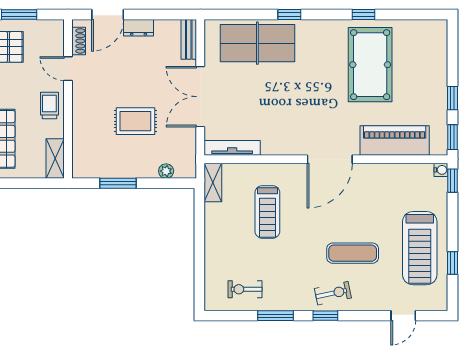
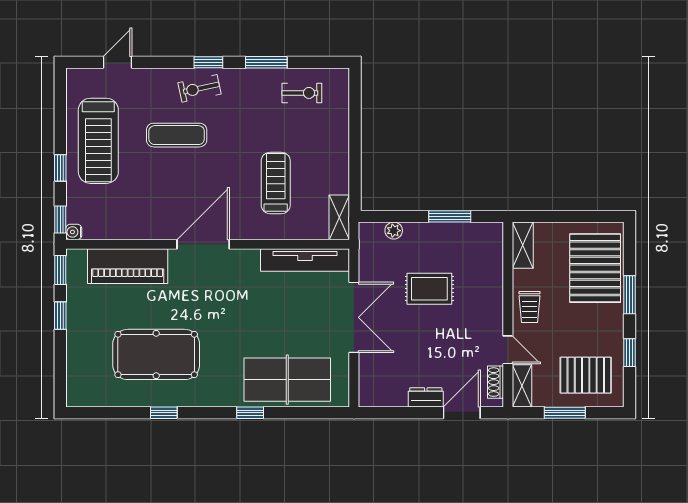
shelving: (56, 38) -> (522, 386), added
bench: (189, 39) -> (367, 384), removed
pool table: (370, 65) -> (156, 354), turned 90
tv unit: (232, 148) -> (305, 260), width x1.36, depth x1.29
treadmill: (420, 248) -> (98, 141), turned 180
window: (452, 263) -> (60, 168), moved

